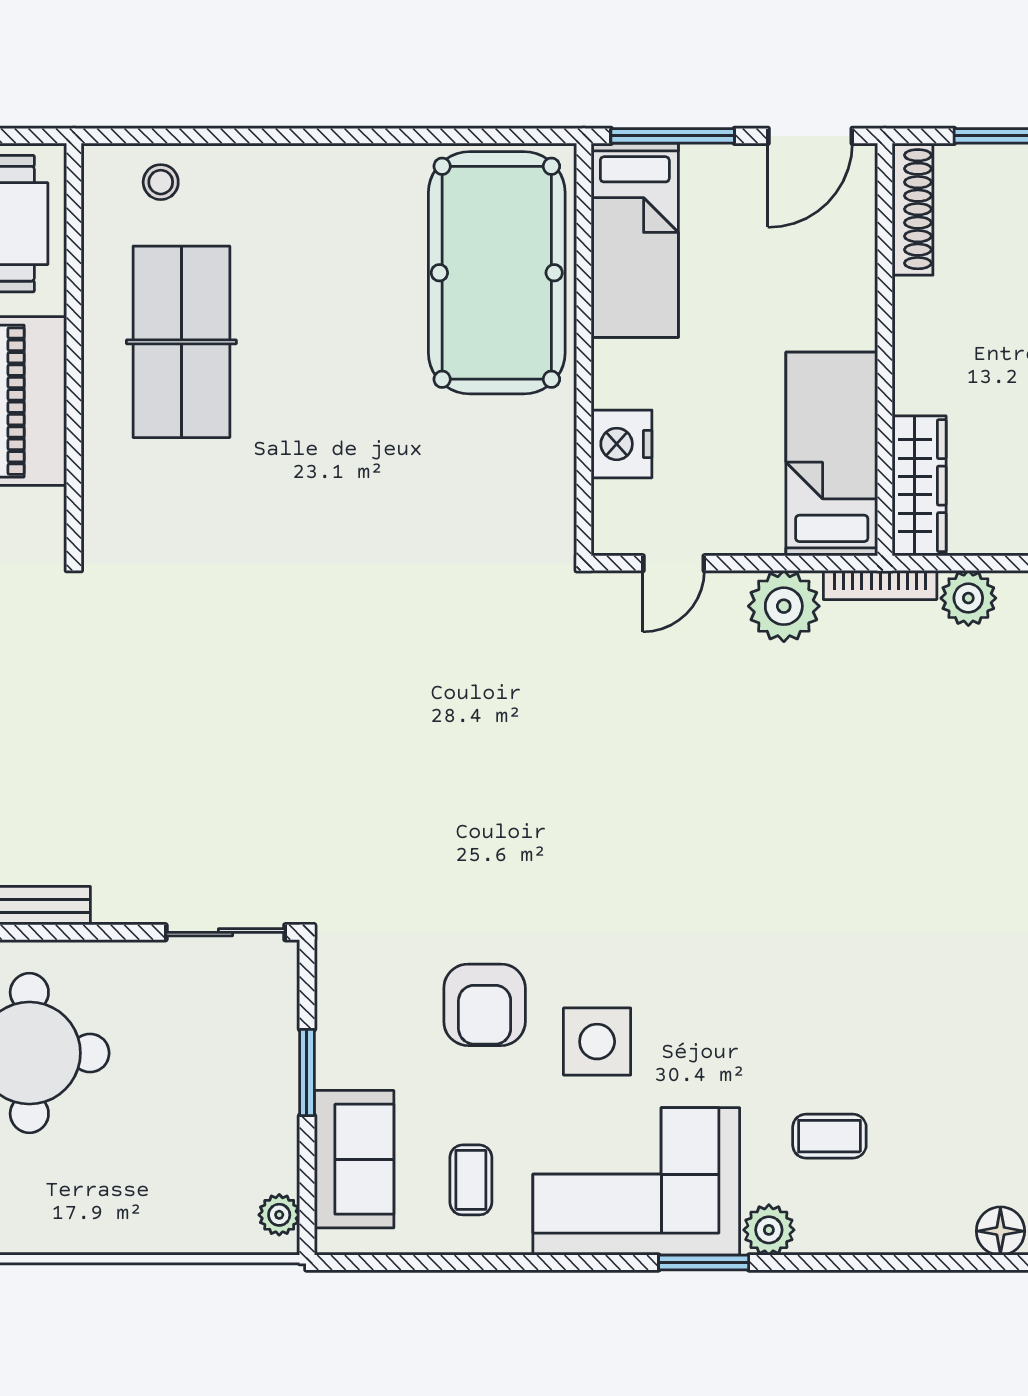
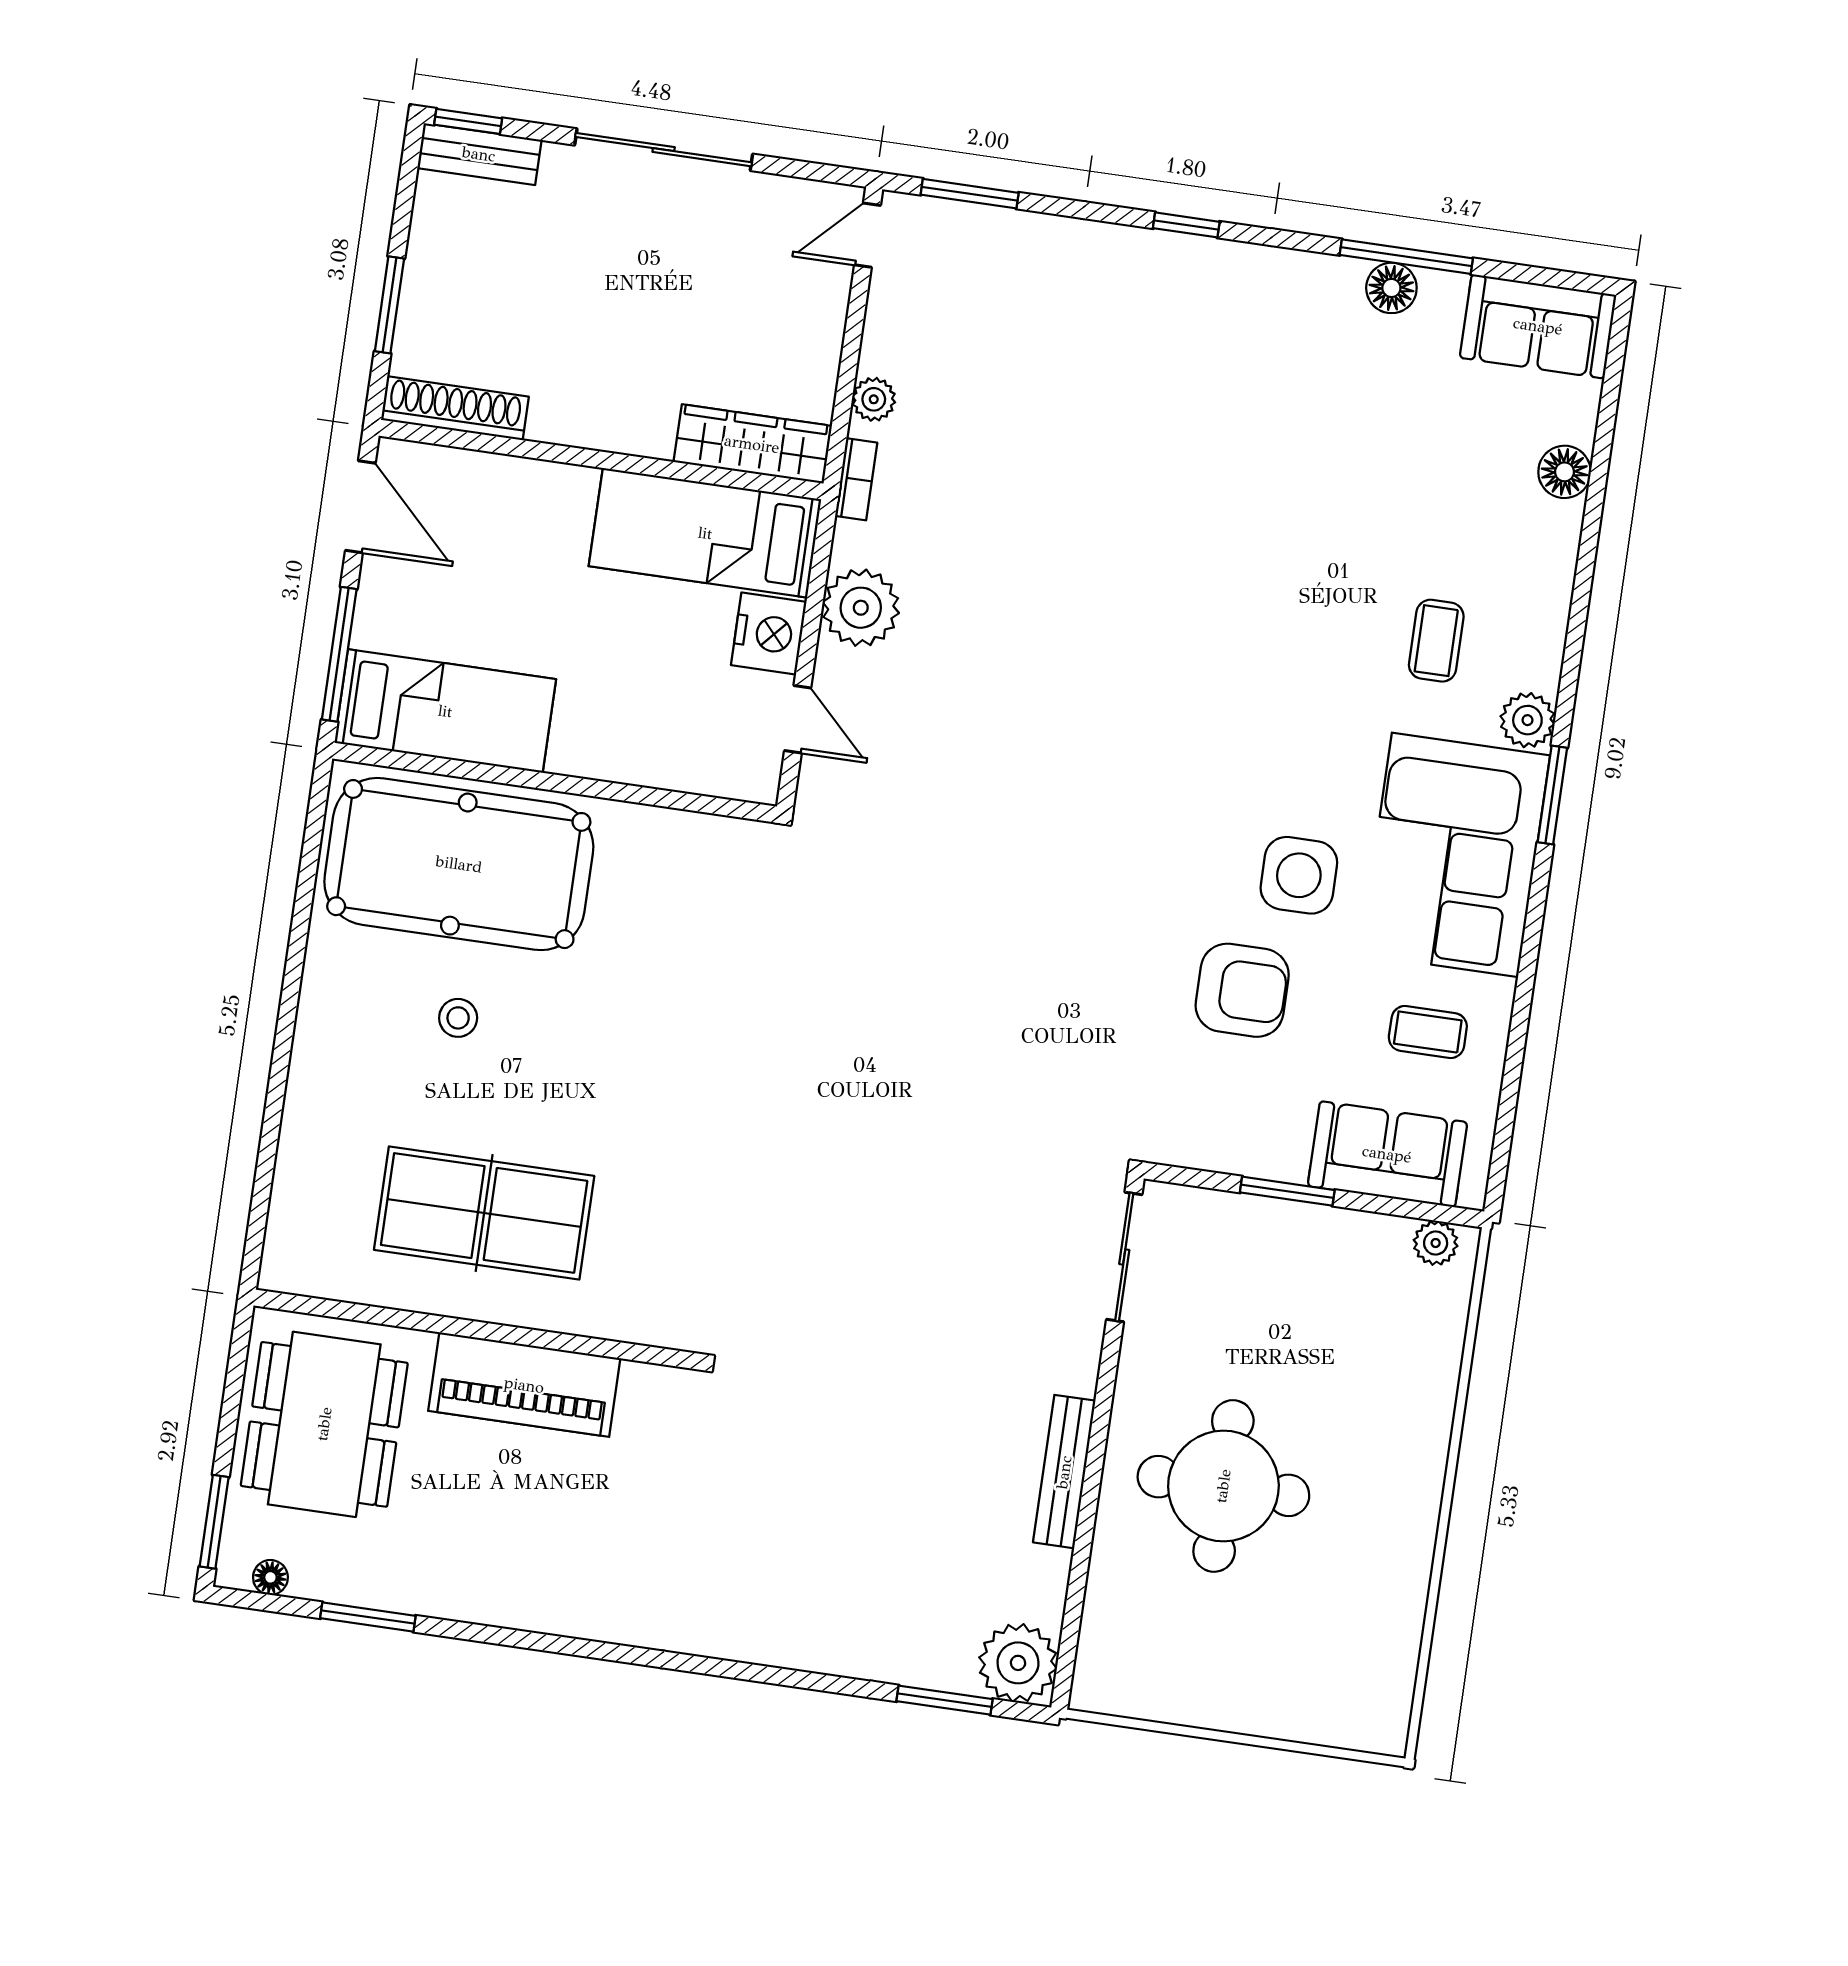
stool: (161, 182) -> (458, 1018), moved
nightstand: (621, 444) -> (769, 634), moved, turned -90
bookcase: (880, 585) -> (856, 479), width x0.64
plant: (968, 598) -> (874, 399), width x0.73, depth x0.73

